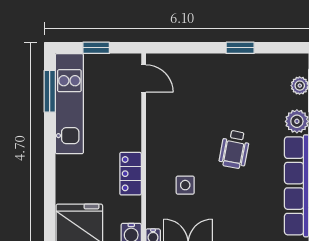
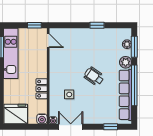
window: (96, 48) -> (34, 25), moved
wheelchair: (234, 149) -> (94, 76), turned 114

